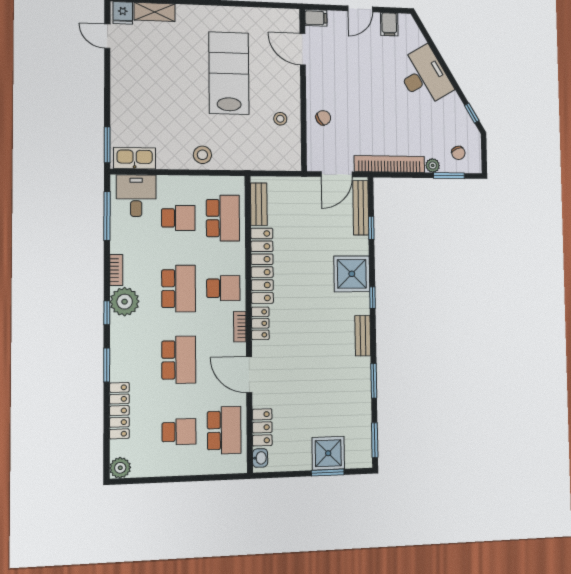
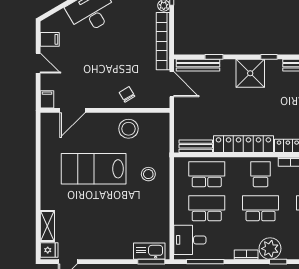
stool: (280, 119) -> (128, 129), width x1.89, depth x1.89
stool: (202, 155) -> (148, 174), moved
kitchen sink: (135, 158) -> (149, 251), moved, turned 90
school desk: (178, 218) -> (207, 208), width x1.85

